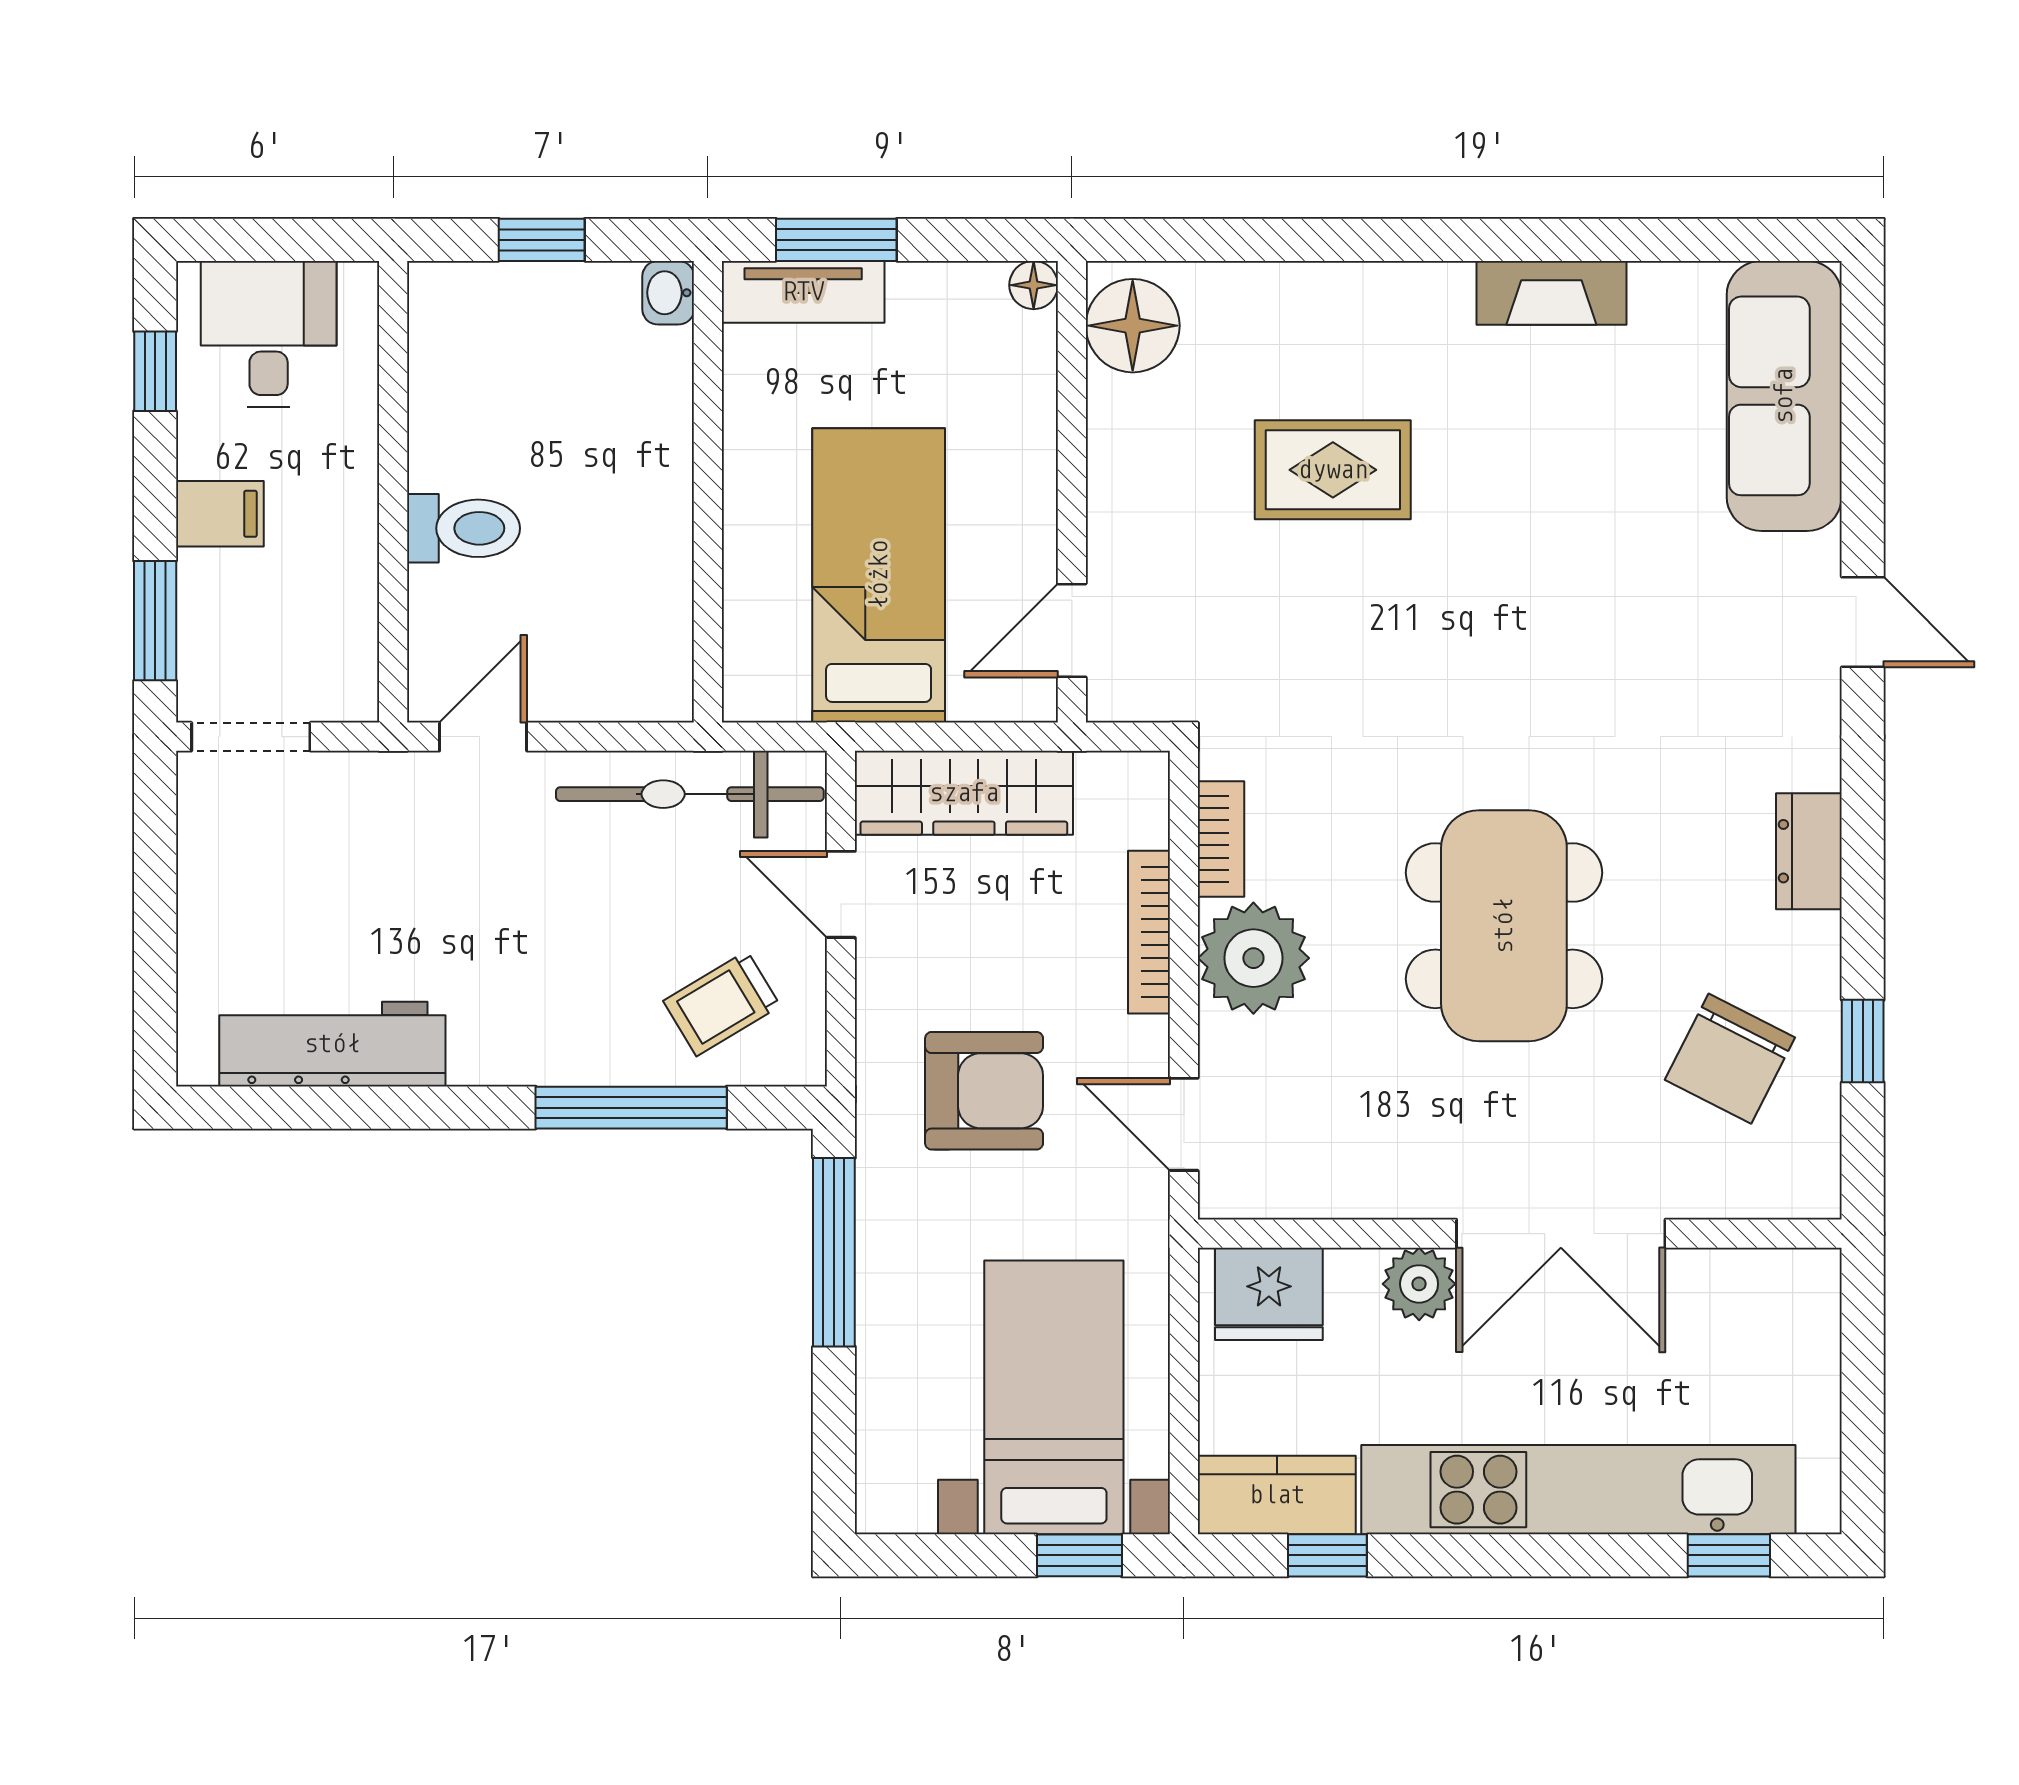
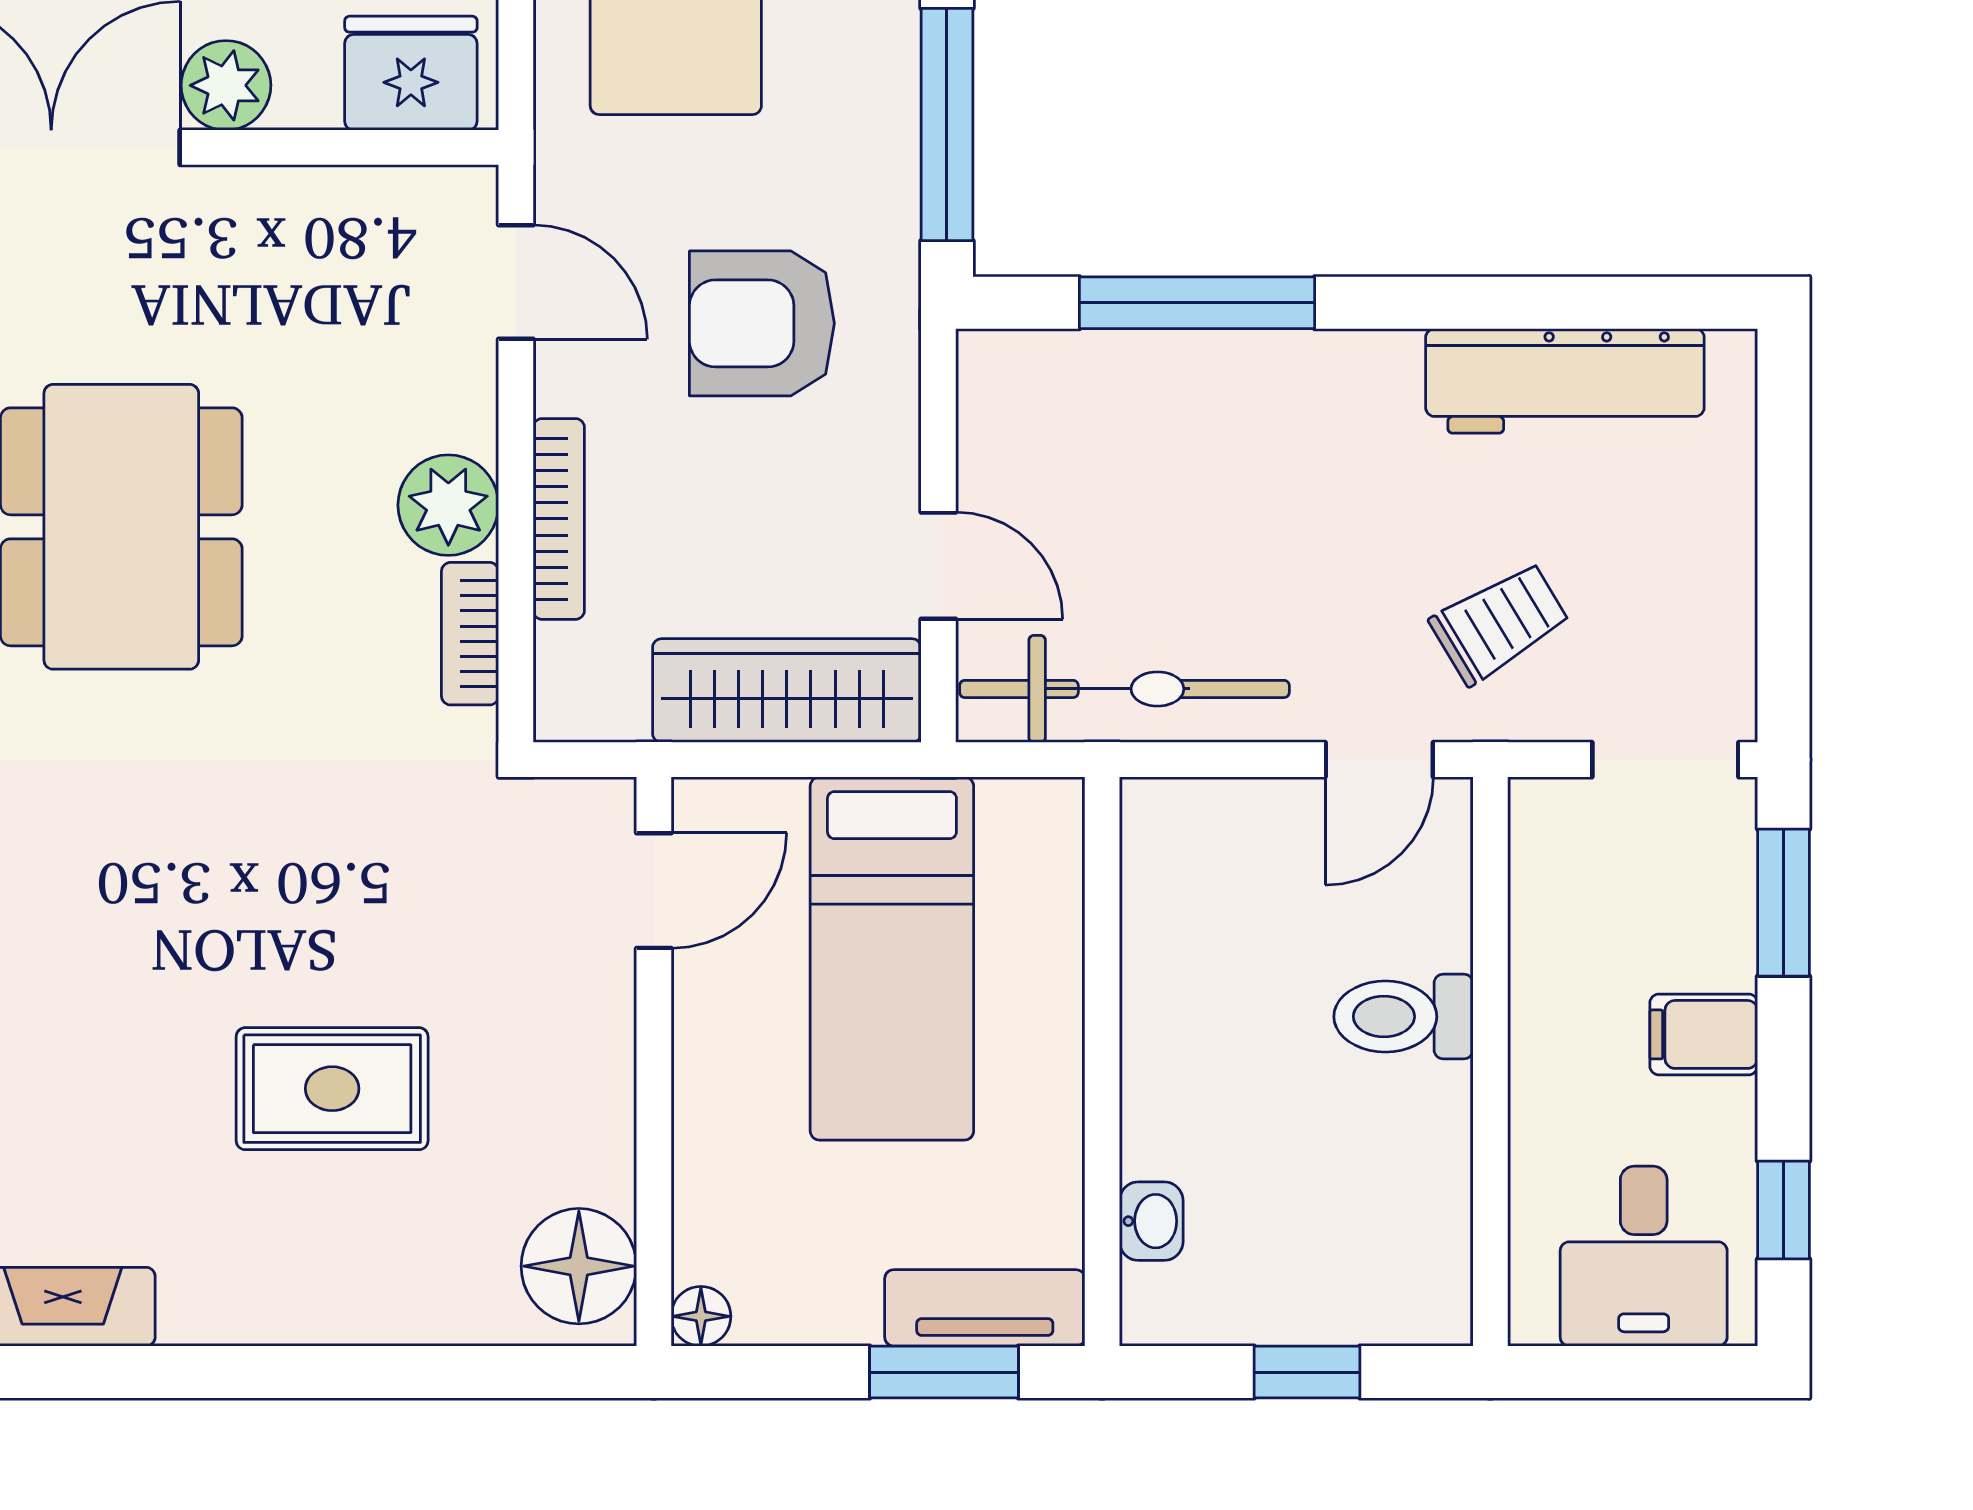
washbasin: (668, 293) -> (1151, 1221), moved
plant: (1253, 958) -> (448, 505), width x0.73, depth x0.73
trolley: (722, 1003) -> (1500, 623), moved

